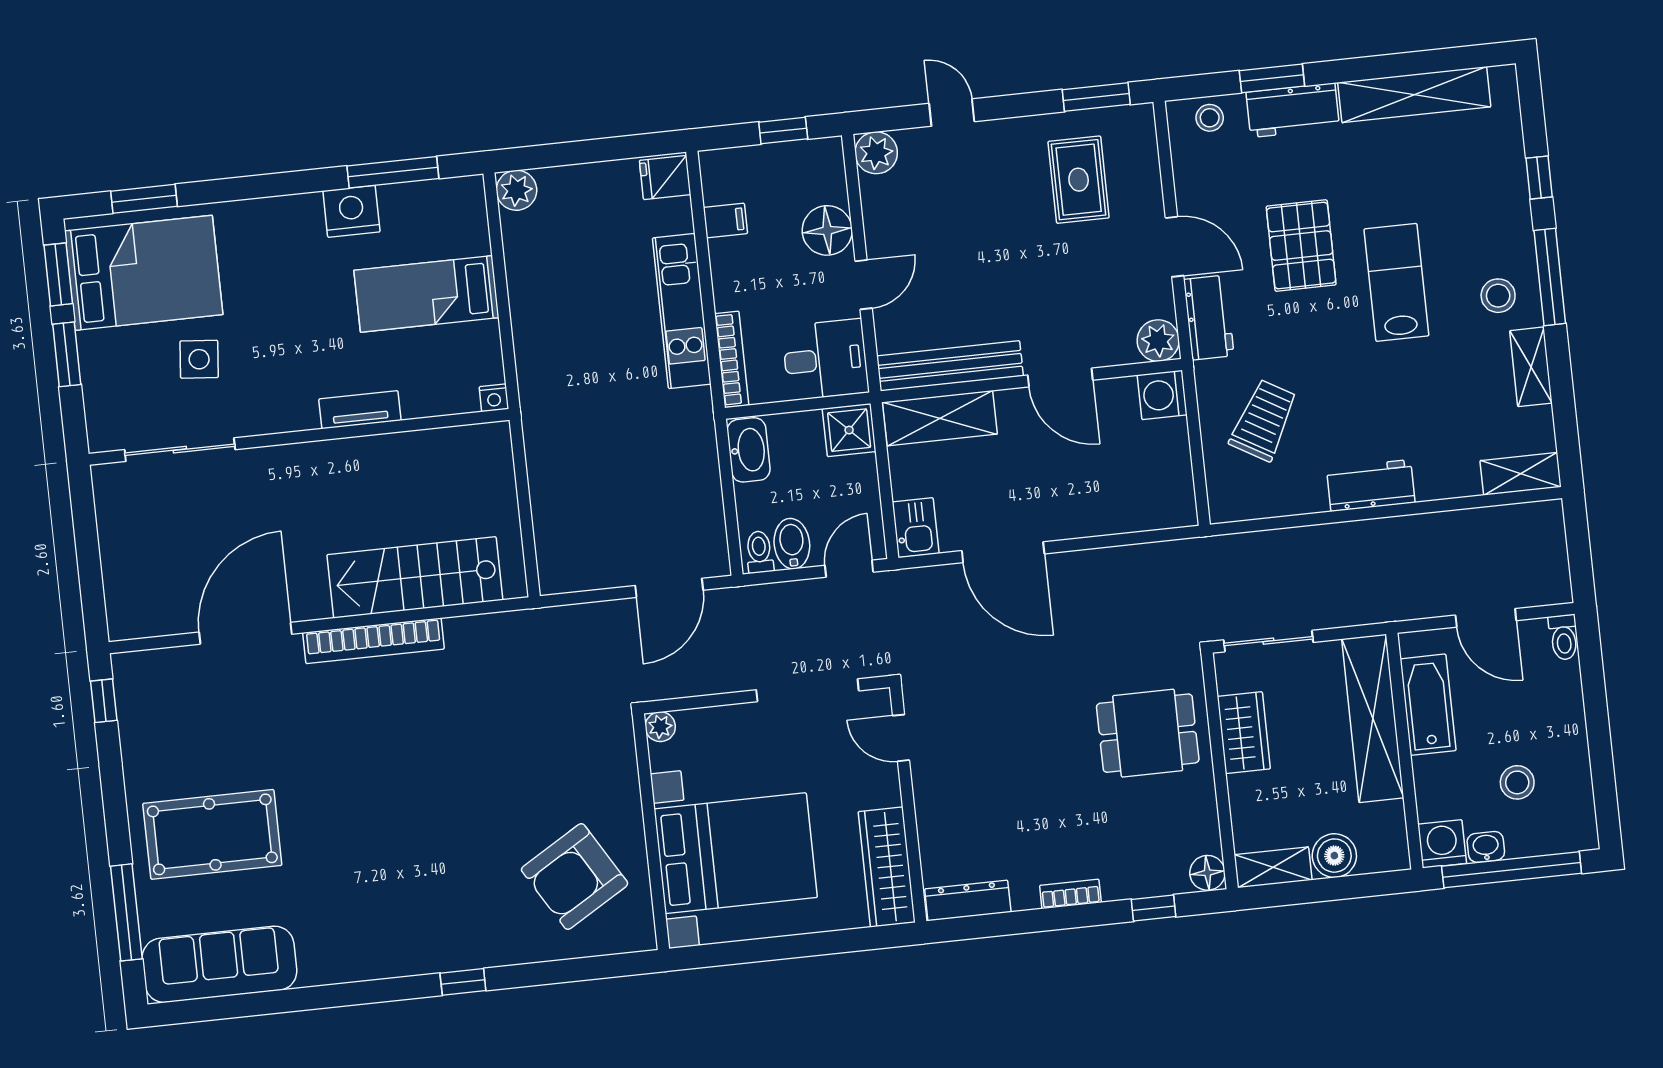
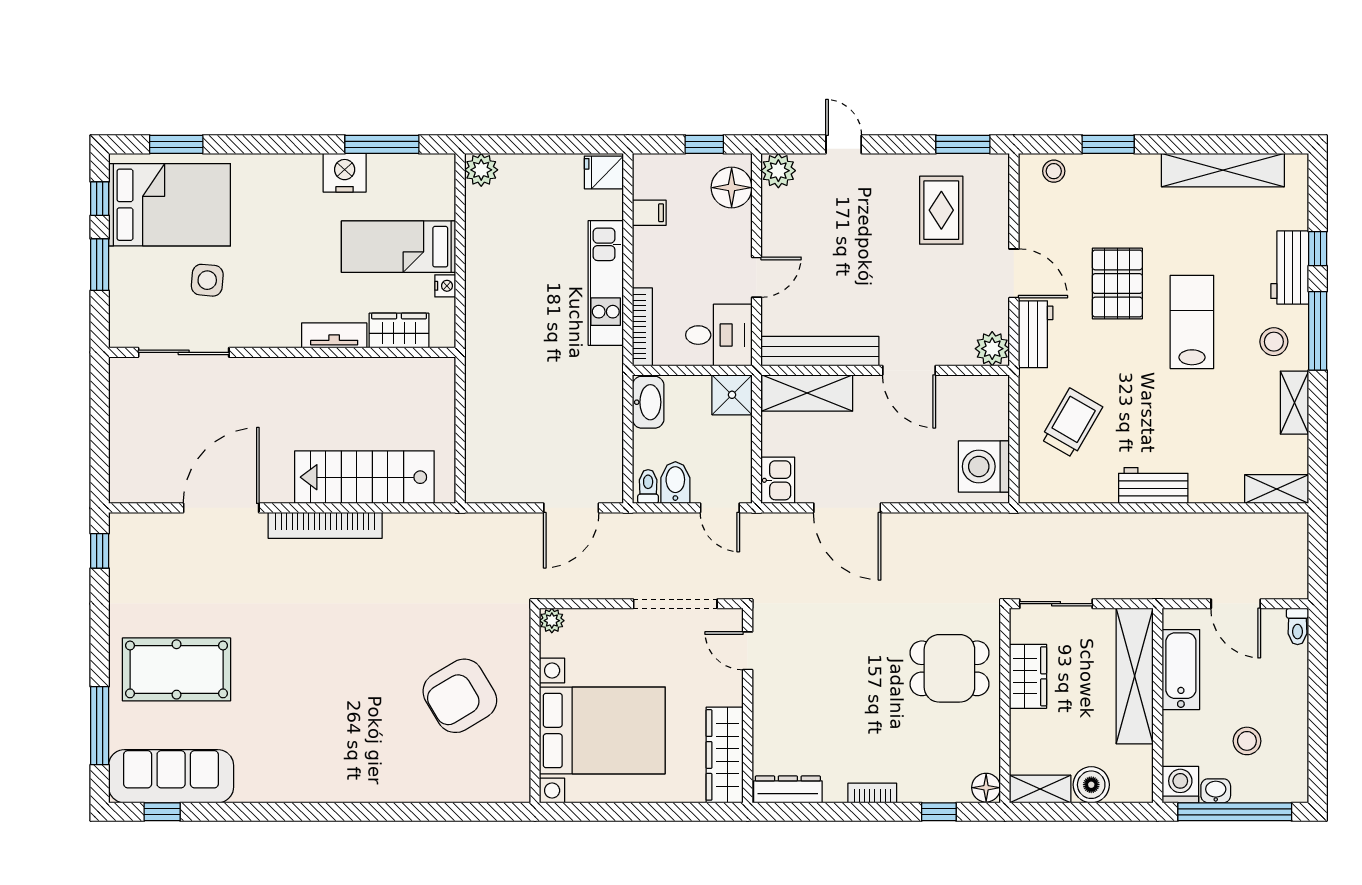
workbench: (1293, 110) -> (1290, 268), moved, turned 90
floor lamp: (827, 230) -> (732, 188), moved
window: (58, 274) -> (100, 199), width x0.67
wardrobe: (438, 395) -> (399, 331), added
washing machine: (1162, 395) -> (984, 466), moved, width x1.37, depth x1.37
nightstand: (494, 398) -> (445, 286), moved, turned -90
door: (849, 569) -> (720, 508), swing flipped
armchair: (575, 877) -> (460, 696), moved
window: (463, 982) -> (162, 812), moved

